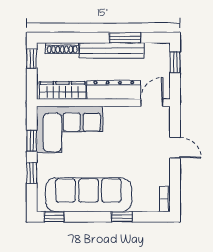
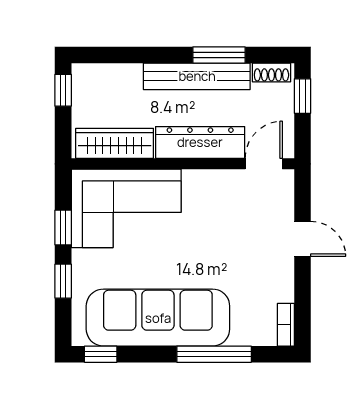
shoe rack: (62, 48) -> (271, 72), moved, width x0.70
window: (122, 217) -> (214, 354), width x2.17

